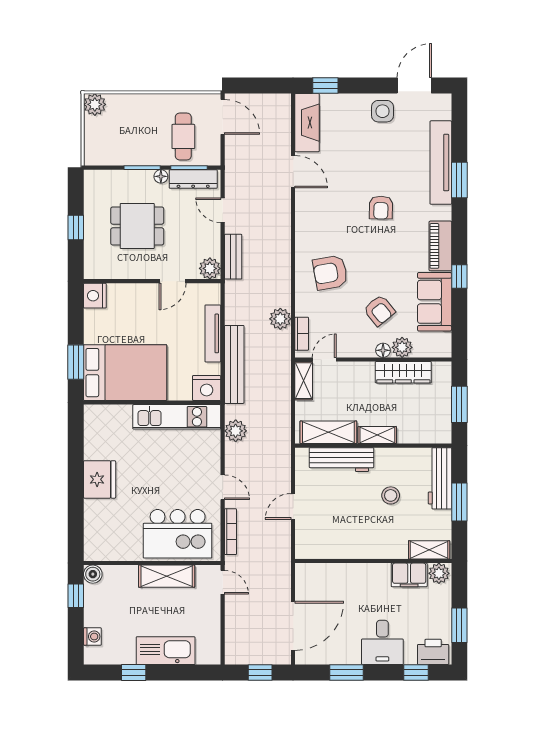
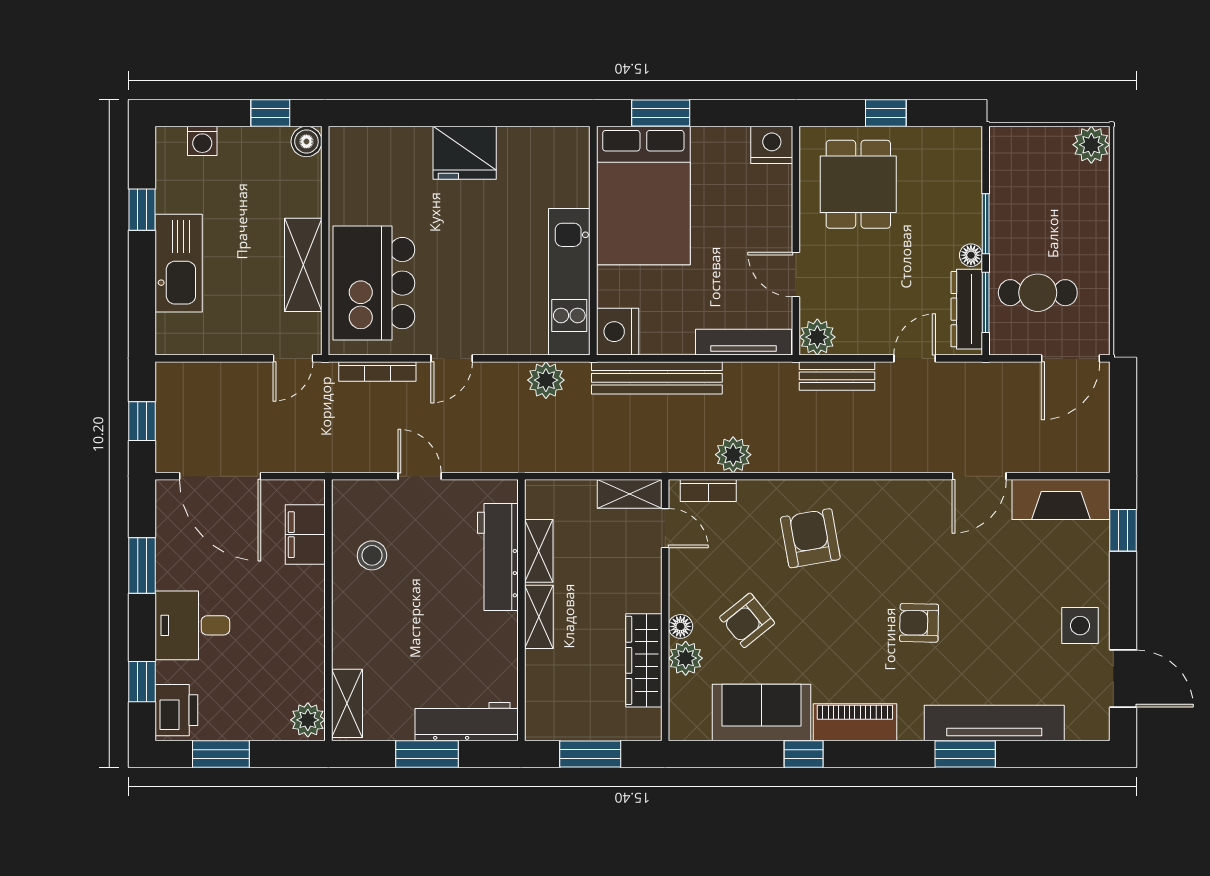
dining table: (137, 226) -> (858, 184), moved
tv unit: (213, 333) -> (743, 342), moved
shelving: (328, 432) -> (539, 551), width x0.67, depth x0.75
stool: (391, 495) -> (372, 555), moved
filing cabinet: (409, 575) -> (305, 535), moved

